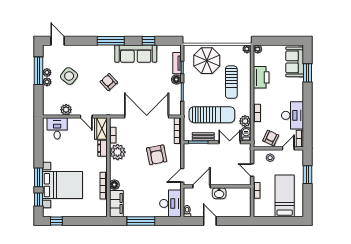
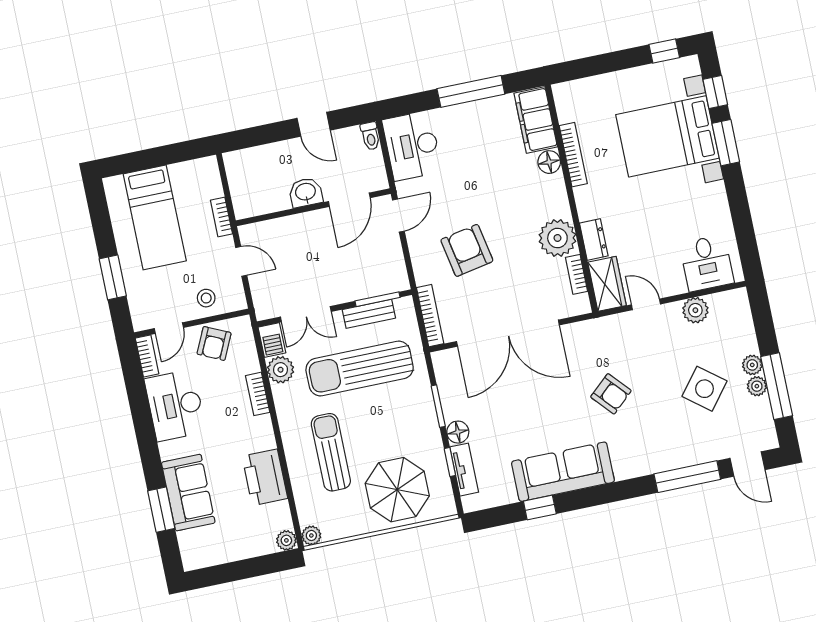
window: (111, 41) -> (687, 477), moved
sofa: (295, 62) -> (188, 493), moved

